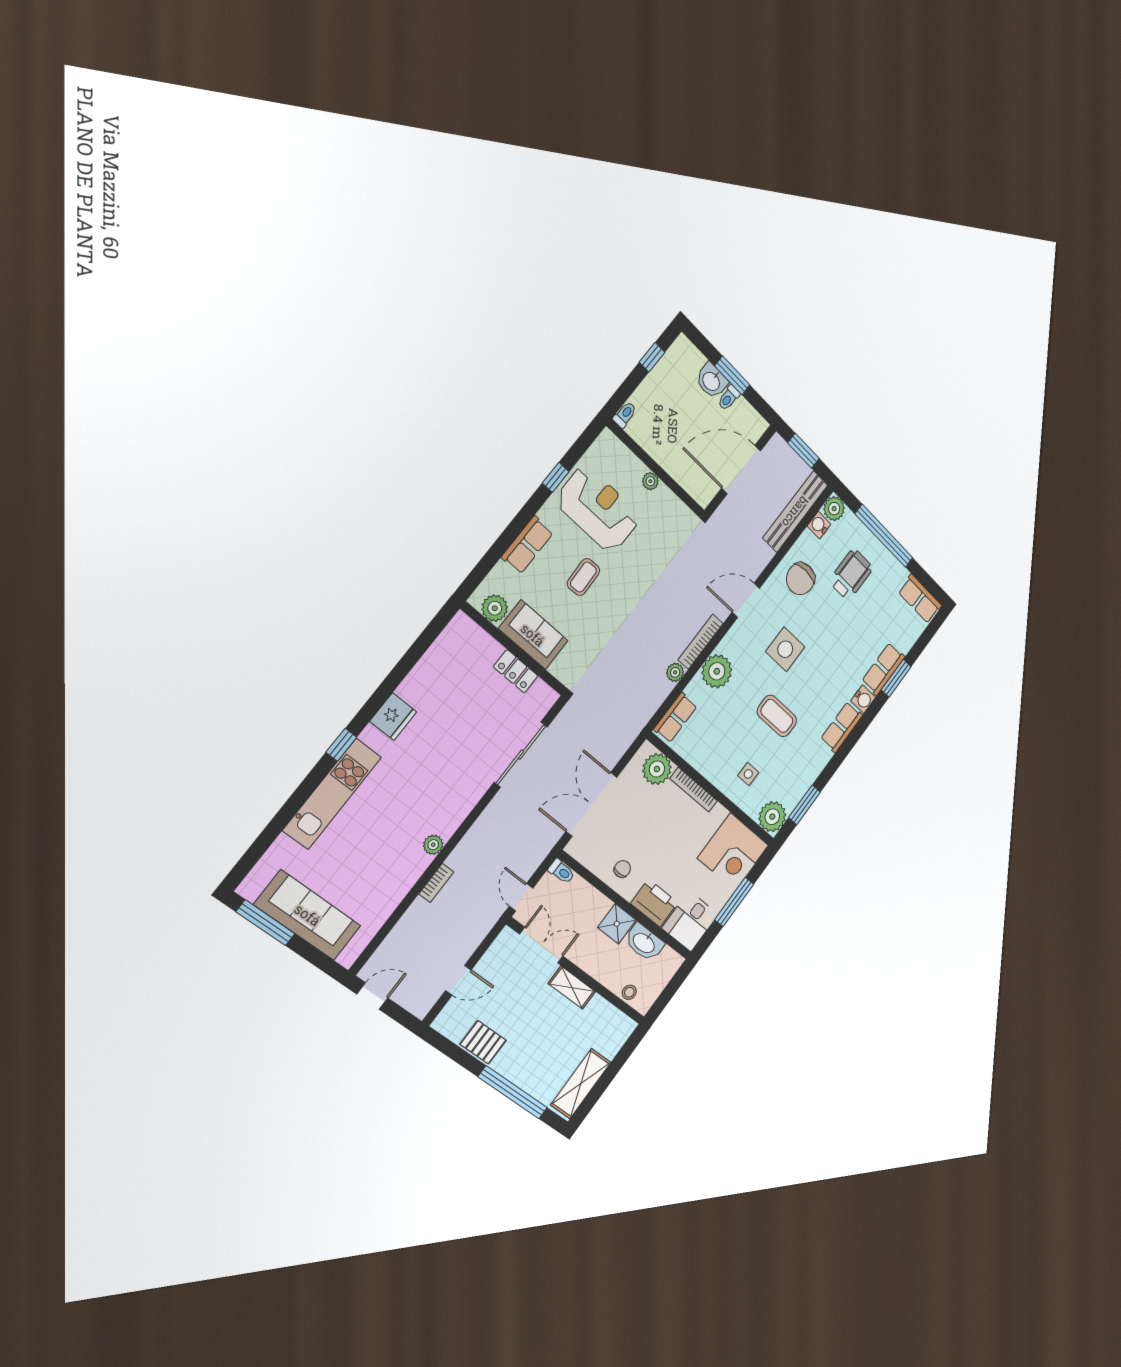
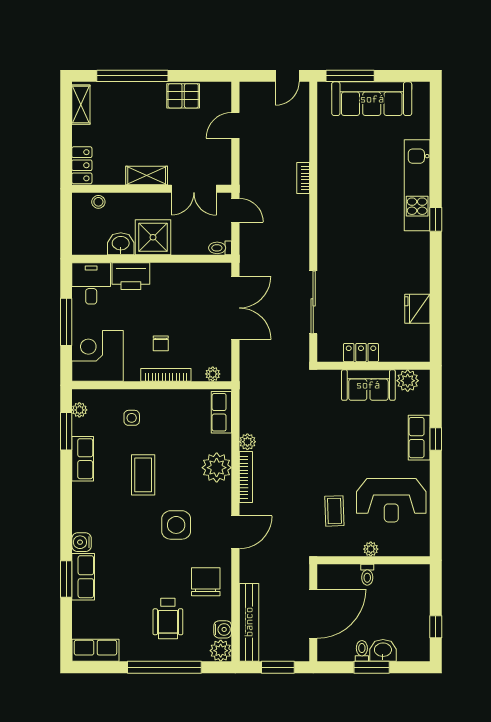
toilet: (625, 415) -> (367, 575), moved
window: (556, 477) -> (436, 439), moved
coffee table: (583, 577) -> (334, 511), moved
coffee table: (777, 716) -> (143, 475), turned 90
fridge: (393, 717) -> (417, 309), moved
row of seats: (842, 727) -> (83, 459), moved
plant: (657, 769) -> (213, 374), width x0.53, depth x0.53
plant: (772, 817) -> (79, 410), width x0.53, depth x0.53
plant: (433, 845) -> (325, 201), removed
chair: (622, 869) -> (161, 343), moved
window: (266, 923) -> (350, 76), moved
shower: (617, 924) -> (153, 237), width x1.36, depth x1.36
washbasin: (644, 943) -> (121, 244), width x0.72
locker: (617, 1036) -> (82, 165), added
shelving: (581, 1084) -> (81, 105), width x0.67, depth x0.75

